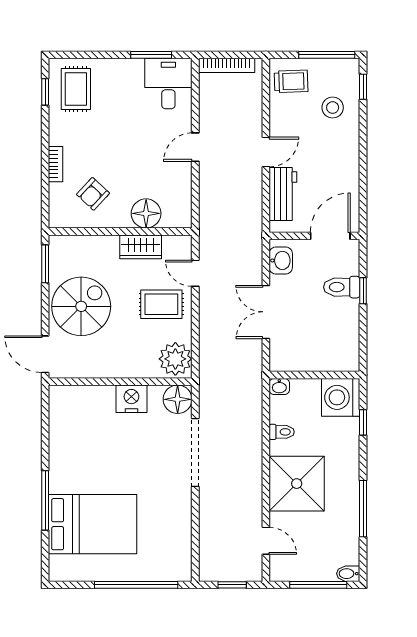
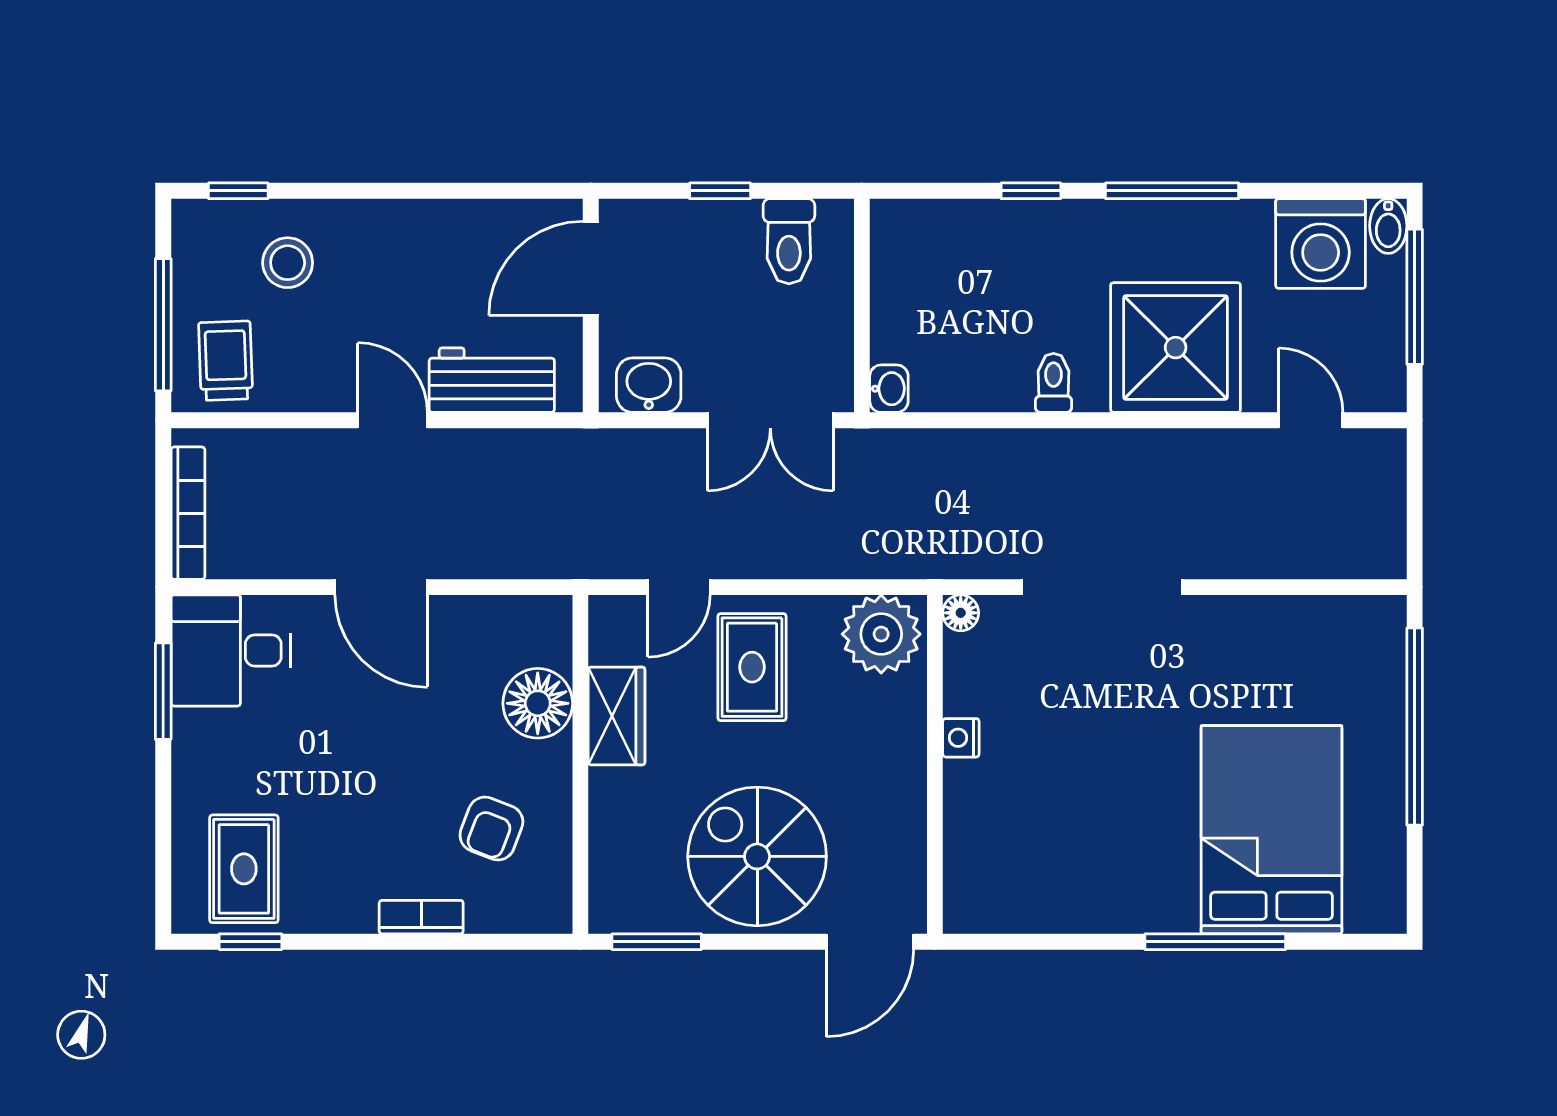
window: (327, 55) -> (163, 325), moved
rug: (76, 89) -> (244, 869), turned 90
door: (195, 147) -> (381, 587), width x1.38
armchair: (93, 194) -> (491, 829), turned 68
door: (330, 236) -> (591, 268), hinge flipped
toilet: (342, 287) -> (789, 241), moved
wall: (314, 375) -> (862, 306), moved
washbasin: (279, 386) -> (889, 389), moved
washing machine: (341, 397) -> (1321, 244), moved
nightstand: (131, 399) -> (961, 738), width x0.53, depth x0.56
floor lamp: (178, 399) -> (961, 613), width x0.53, depth x0.53
window: (363, 509) -> (1172, 191), moved
door: (266, 541) -> (1311, 420), hinge flipped
window: (232, 585) -> (1415, 500), removed

